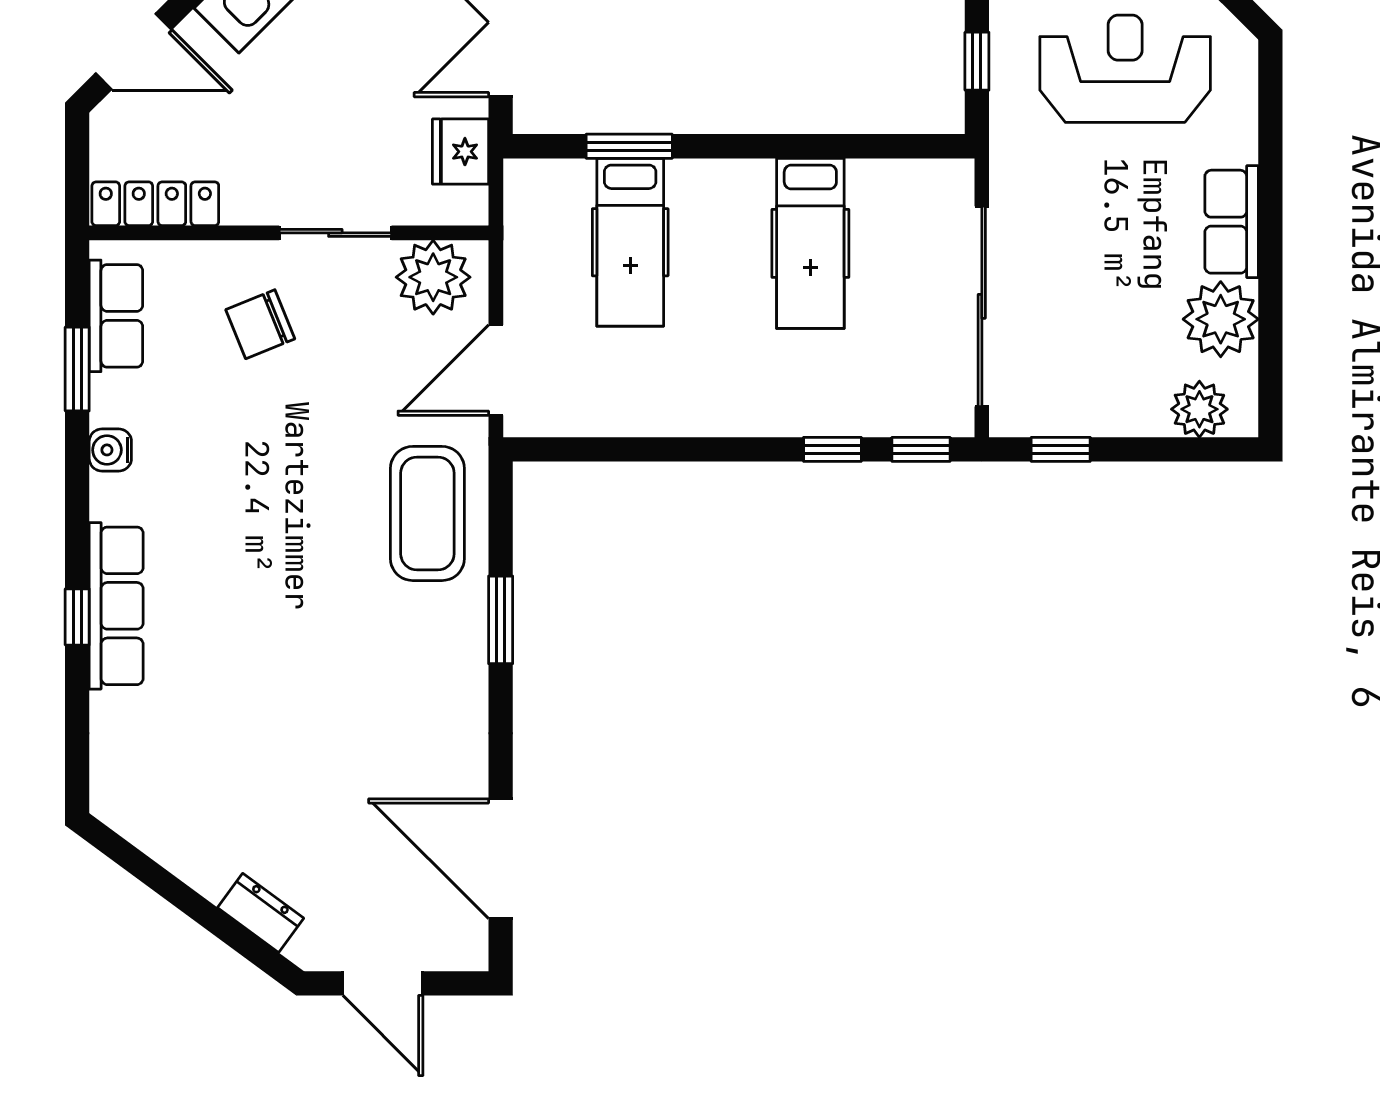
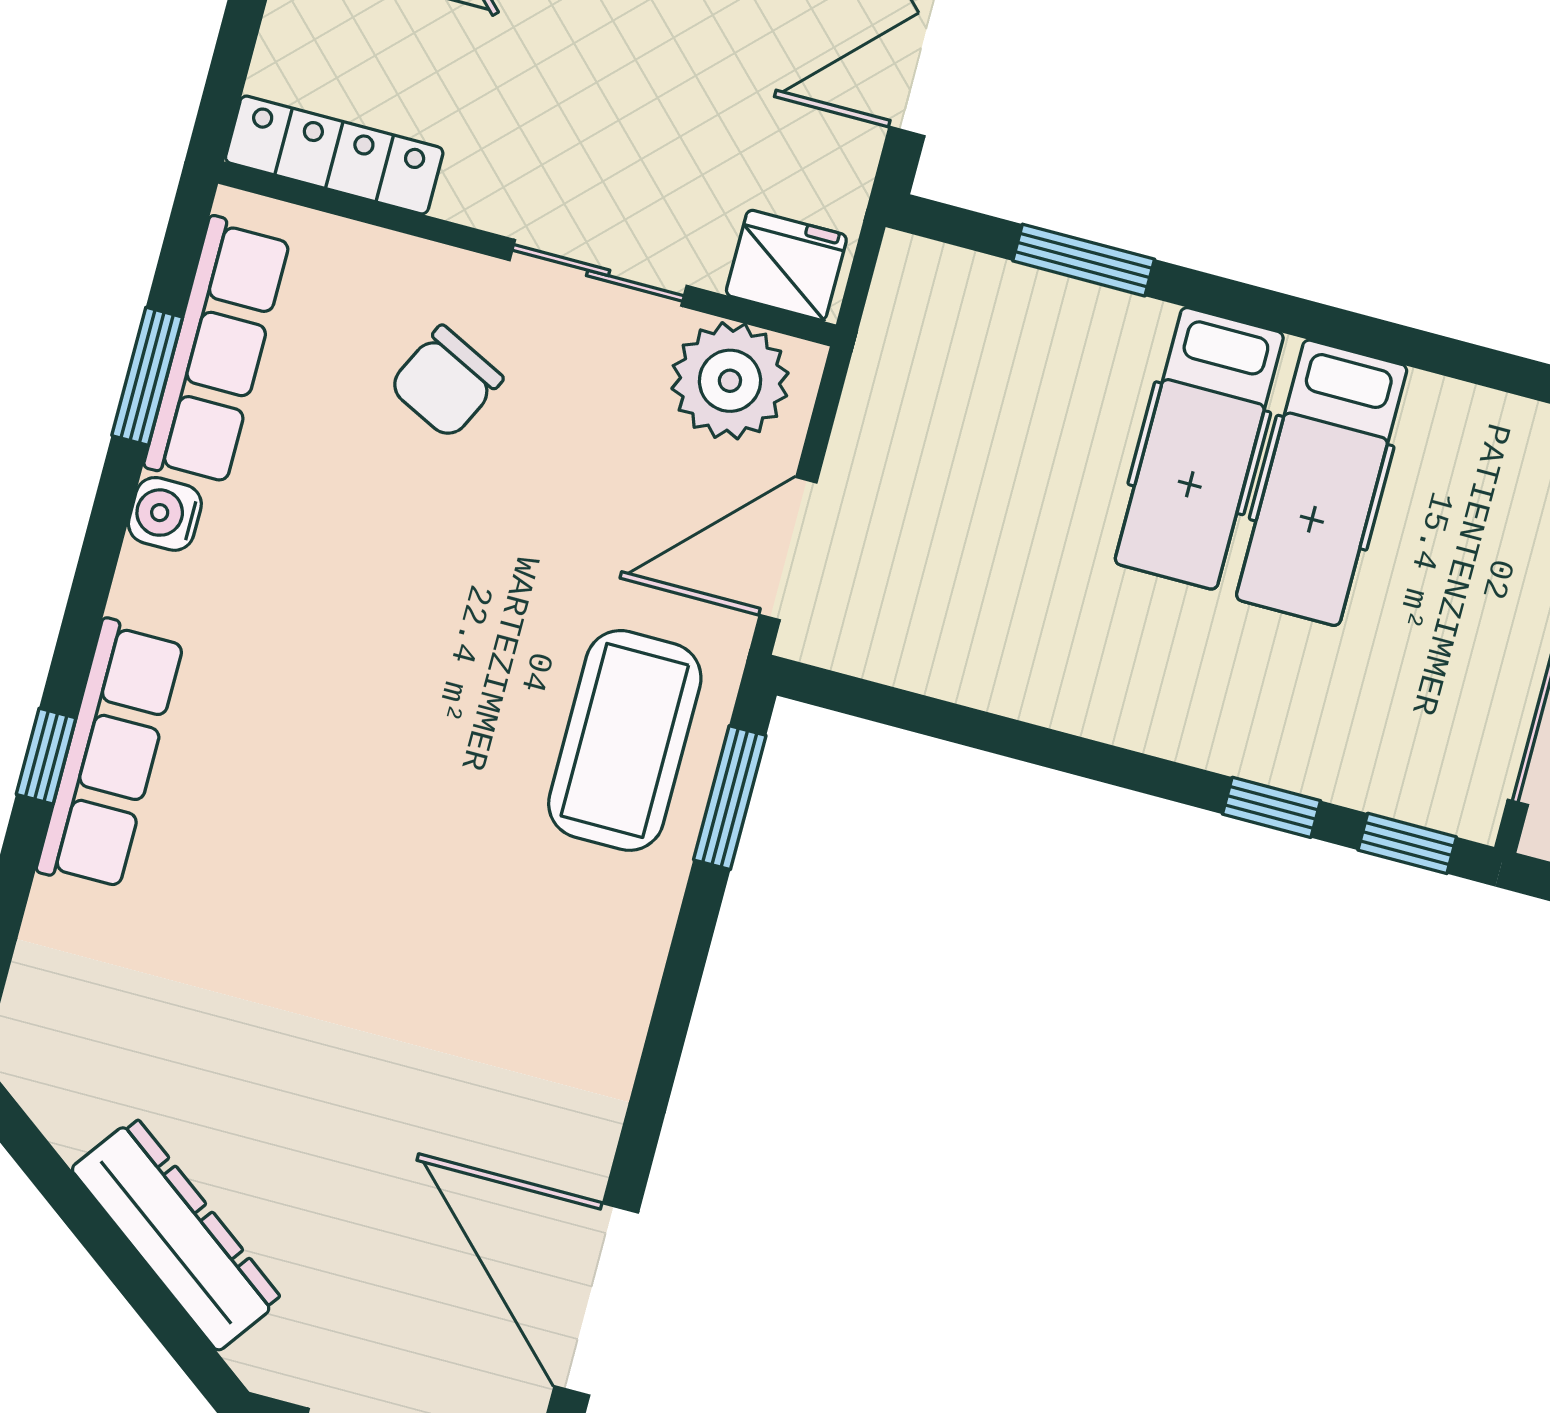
fridge: (461, 152) -> (786, 265), moved, turned 90
hospital bed: (630, 242) -> (1199, 448), moved
row of seats: (116, 316) -> (217, 352), width x1.48
chair: (260, 324) -> (446, 382), turned -42
window: (501, 620) -> (730, 798), moved
dresser: (261, 913) -> (177, 1234), width x1.96, depth x1.24

